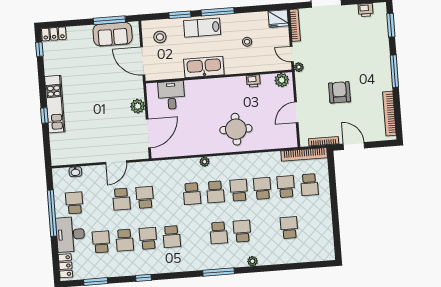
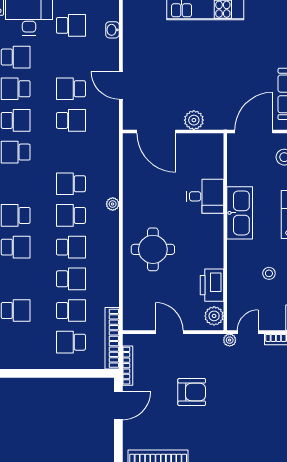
printer: (253, 81) -> (212, 285), width x1.87, depth x1.48
desk: (171, 95) -> (205, 196), moved

